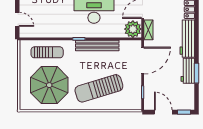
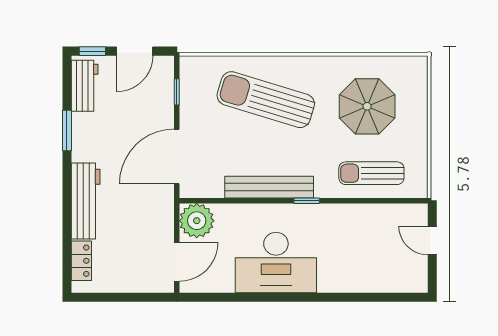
shelving: (148, 30) -> (165, 219), removed
workbench: (188, 71) -> (85, 86), moved
parasol: (49, 85) -> (367, 106), width x0.73, depth x0.73
sun lounger: (99, 88) -> (266, 100), turned -146
door: (163, 112) -> (135, 51), hinge flipped

